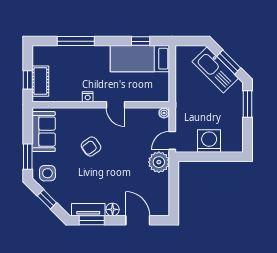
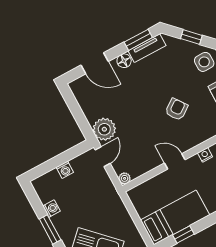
washing machine: (237, 120) -> (52, 209), added
washing machine: (209, 141) -> (65, 170), width x0.53, depth x0.53

